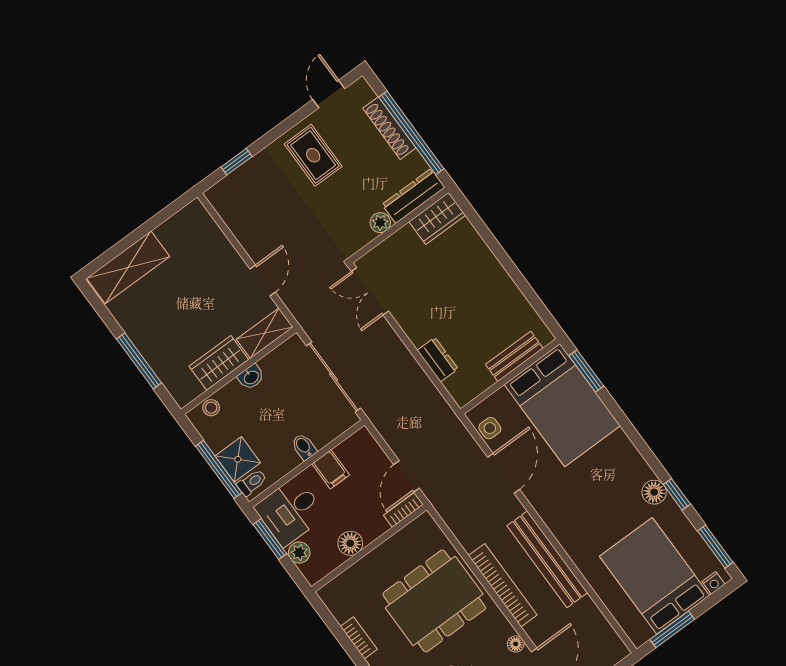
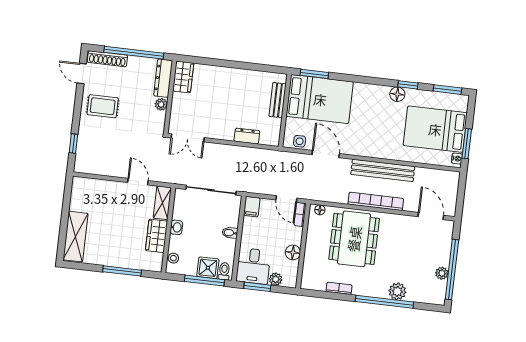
shoe rack: (389, 128) -> (107, 59), moved
filing cabinet: (331, 469) -> (252, 207), moved, turned 90
nightstand: (713, 583) -> (457, 159), moved
floor lamp: (516, 644) -> (320, 210), moved

